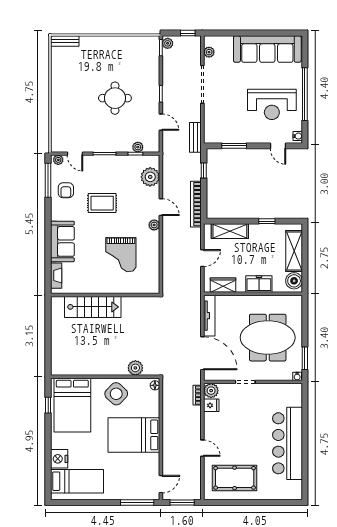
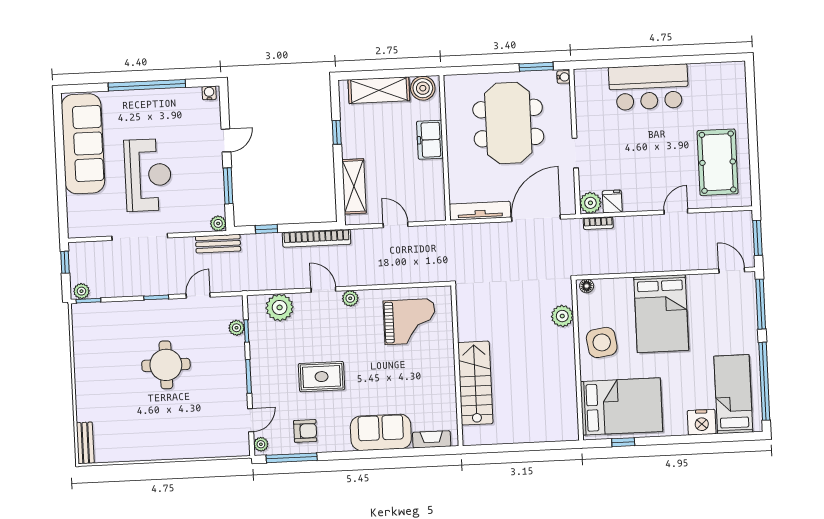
plant: (209, 52) -> (218, 223), moved
reception desk: (272, 104) -> (148, 175), moved
door: (278, 146) -> (226, 140), moved
rug: (102, 203) -> (322, 377), turned 90
door: (161, 207) -> (323, 290), hinge flipped
grand piano: (121, 255) -> (410, 322), moved
wardrobe: (223, 285) -> (434, 193), removed
side table: (116, 394) -> (602, 342), turned 38
bar counter: (287, 443) -> (649, 87), width x0.73
window: (85, 503) -> (764, 381), added

